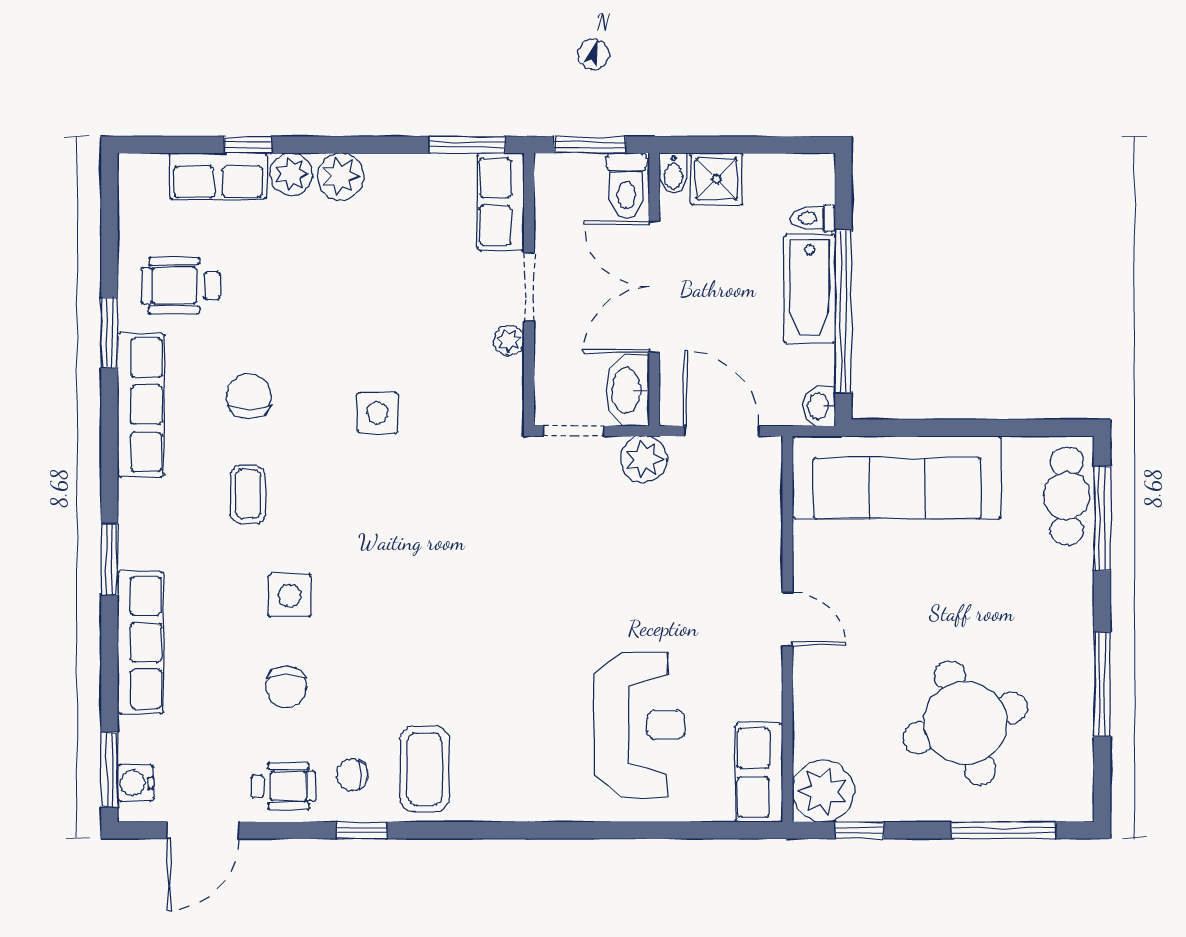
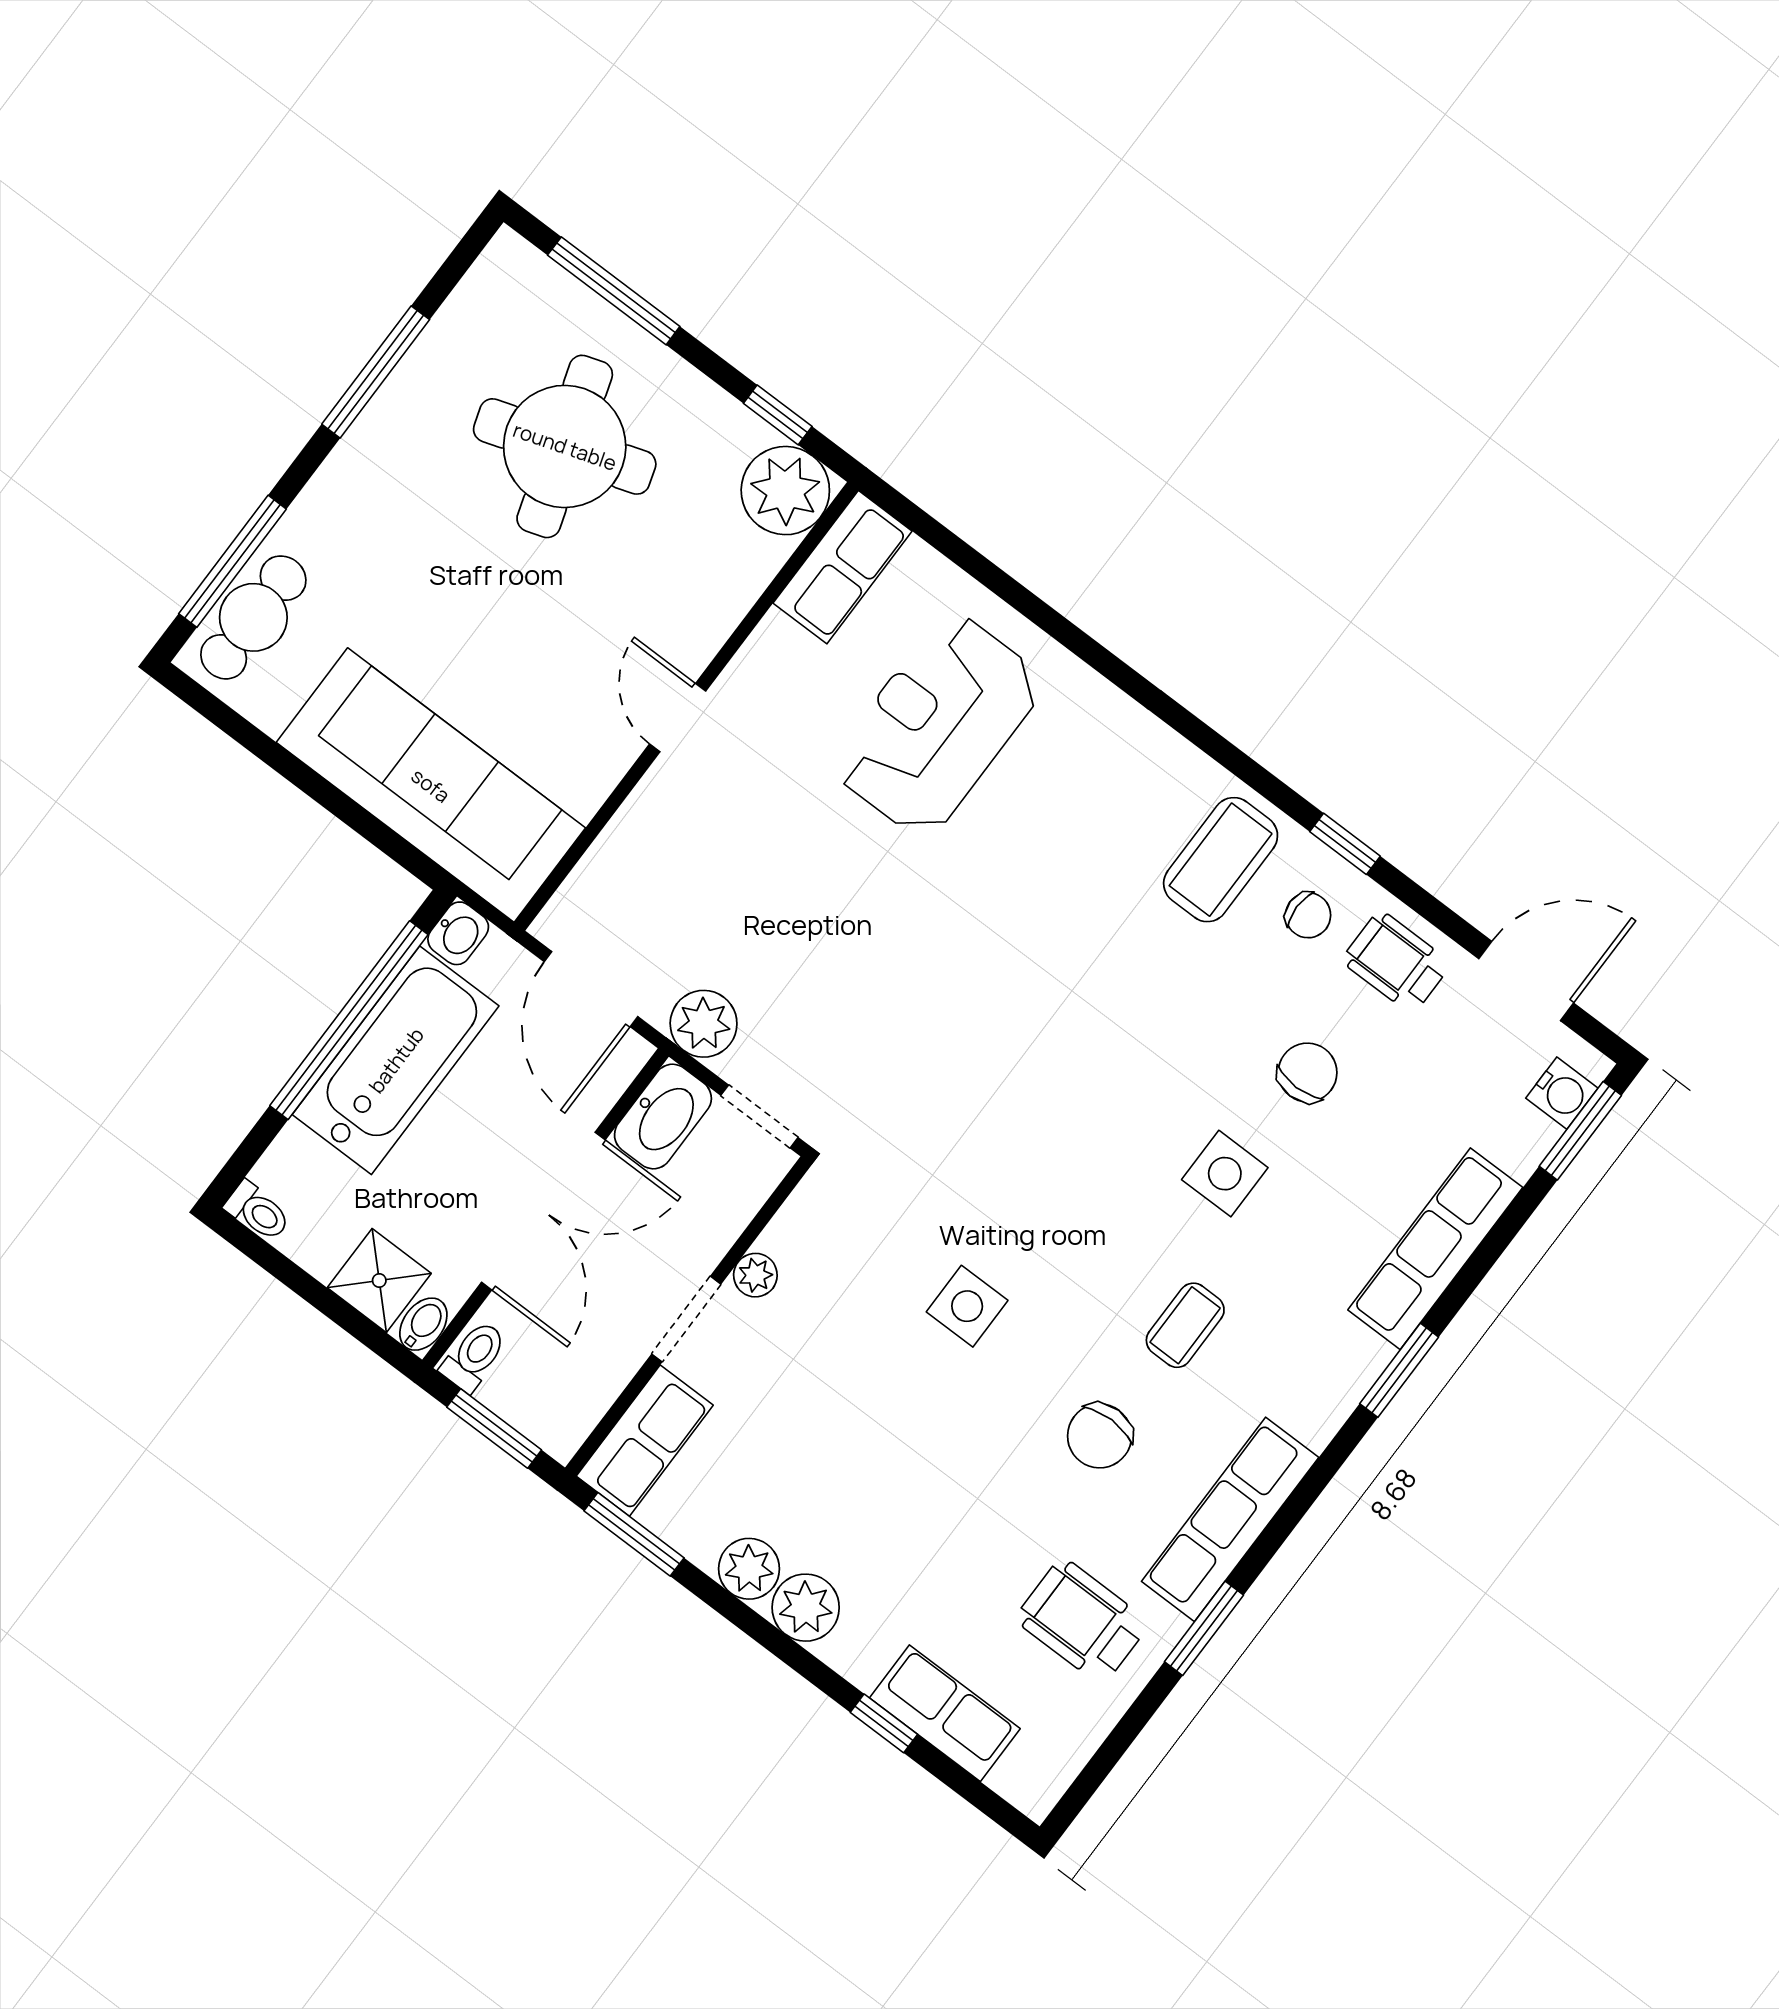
plant: (291, 174) -> (749, 1569), moved
toilet: (626, 186) -> (474, 1356), width x0.73, depth x0.72
toilet: (814, 218) -> (258, 1211), moved
wheelchair: (181, 285) -> (1082, 1621), turned 180
bathtub: (810, 289) -> (396, 1060), width x1.36, depth x1.36

